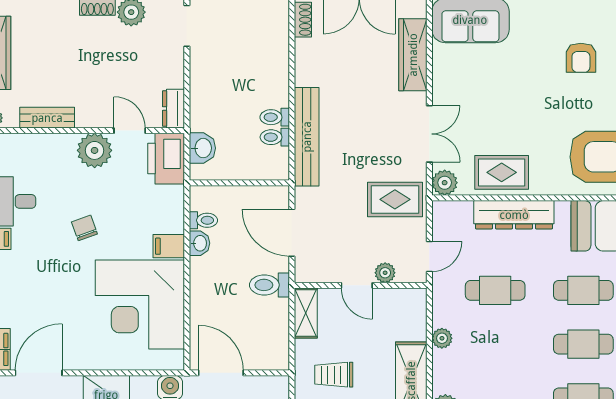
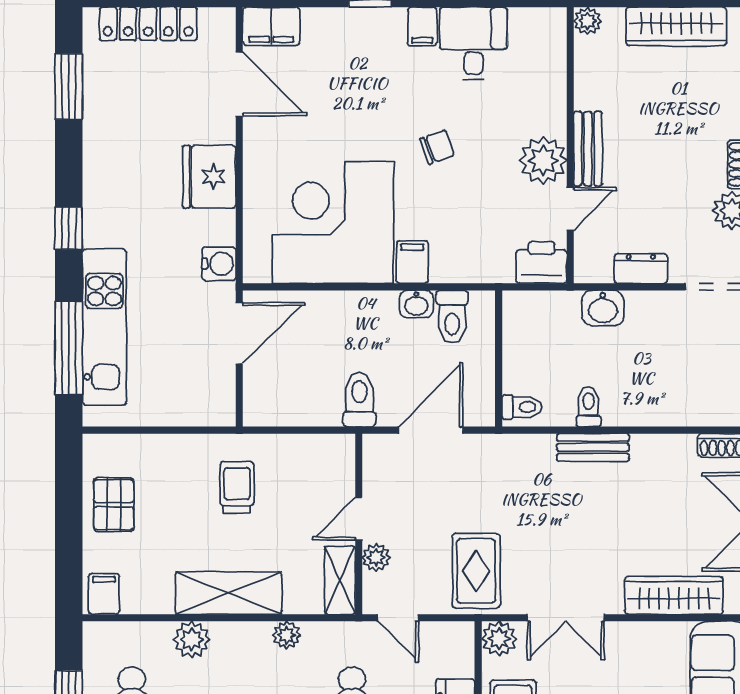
dresser: (174, 109) -> (641, 268), moved
bench: (47, 118) -> (588, 149), moved
toilet: (275, 137) -> (522, 407), moved, turned 90
bench: (307, 137) -> (593, 447), width x0.54, depth x0.82
washbasin: (202, 148) -> (603, 308), moved
printer: (166, 159) -> (541, 262), width x0.73, depth x0.84
toilet: (203, 220) -> (452, 317), width x1.37, depth x1.39
shelving: (306, 313) -> (340, 580), moved, turned 90

